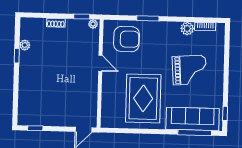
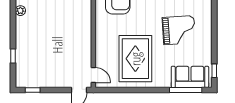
window: (17, 56) -> (13, 56), moved
door: (100, 63) -> (93, 75), moved
sofa: (193, 119) -> (190, 77), width x0.73

